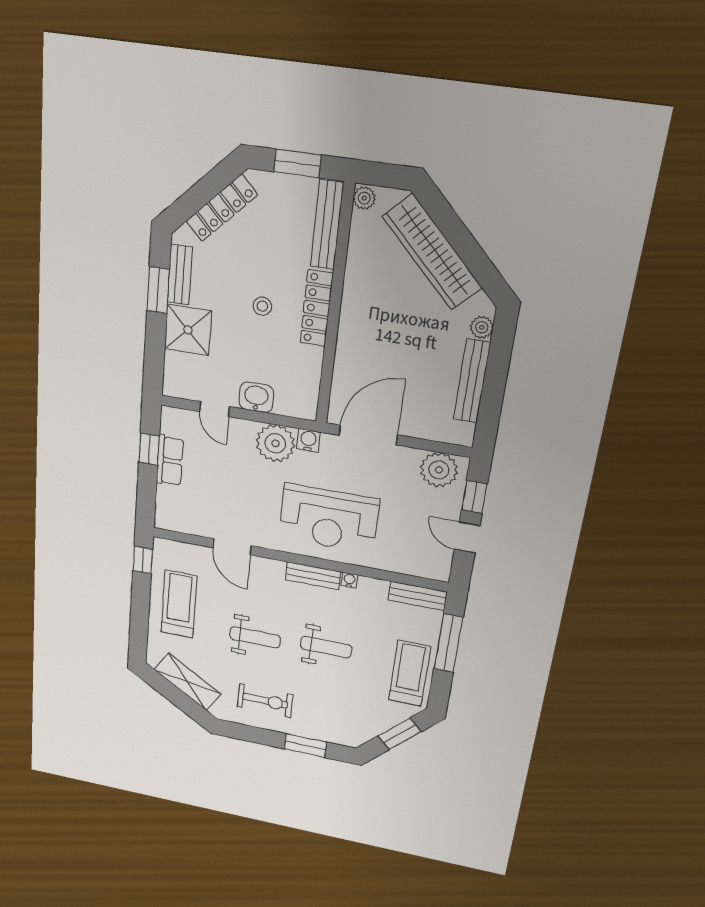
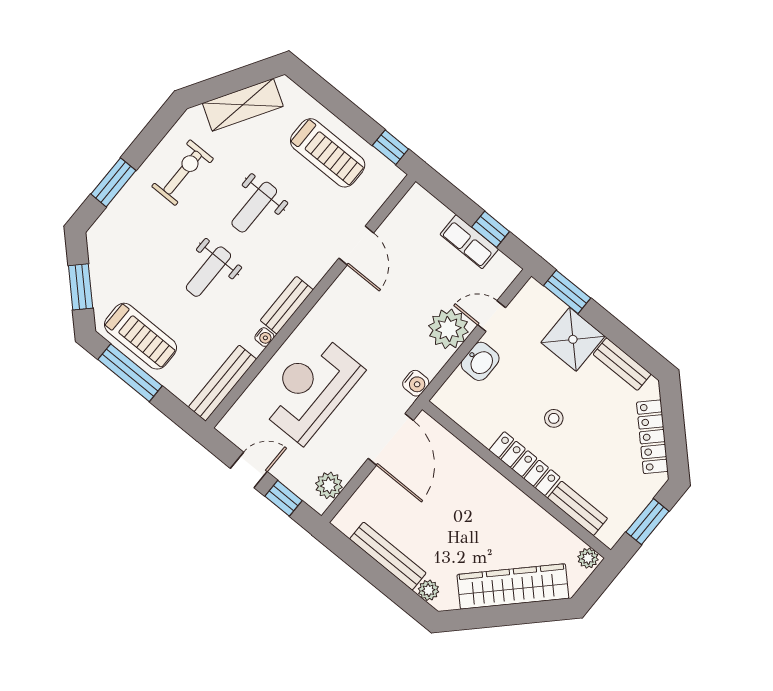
bench: (327, 225) -> (578, 508), width x0.73
window: (158, 290) -> (567, 292), moved
plant: (275, 443) -> (448, 329), moved
plant: (439, 470) -> (329, 485), width x0.73, depth x0.73
reception desk: (329, 519) -> (311, 389), moved
door: (232, 547) -> (356, 246), swing flipped
bench: (418, 596) -> (222, 383), width x1.36
window: (448, 643) -> (130, 373), moved
exercise bike: (265, 701) -> (183, 173), turned 180

